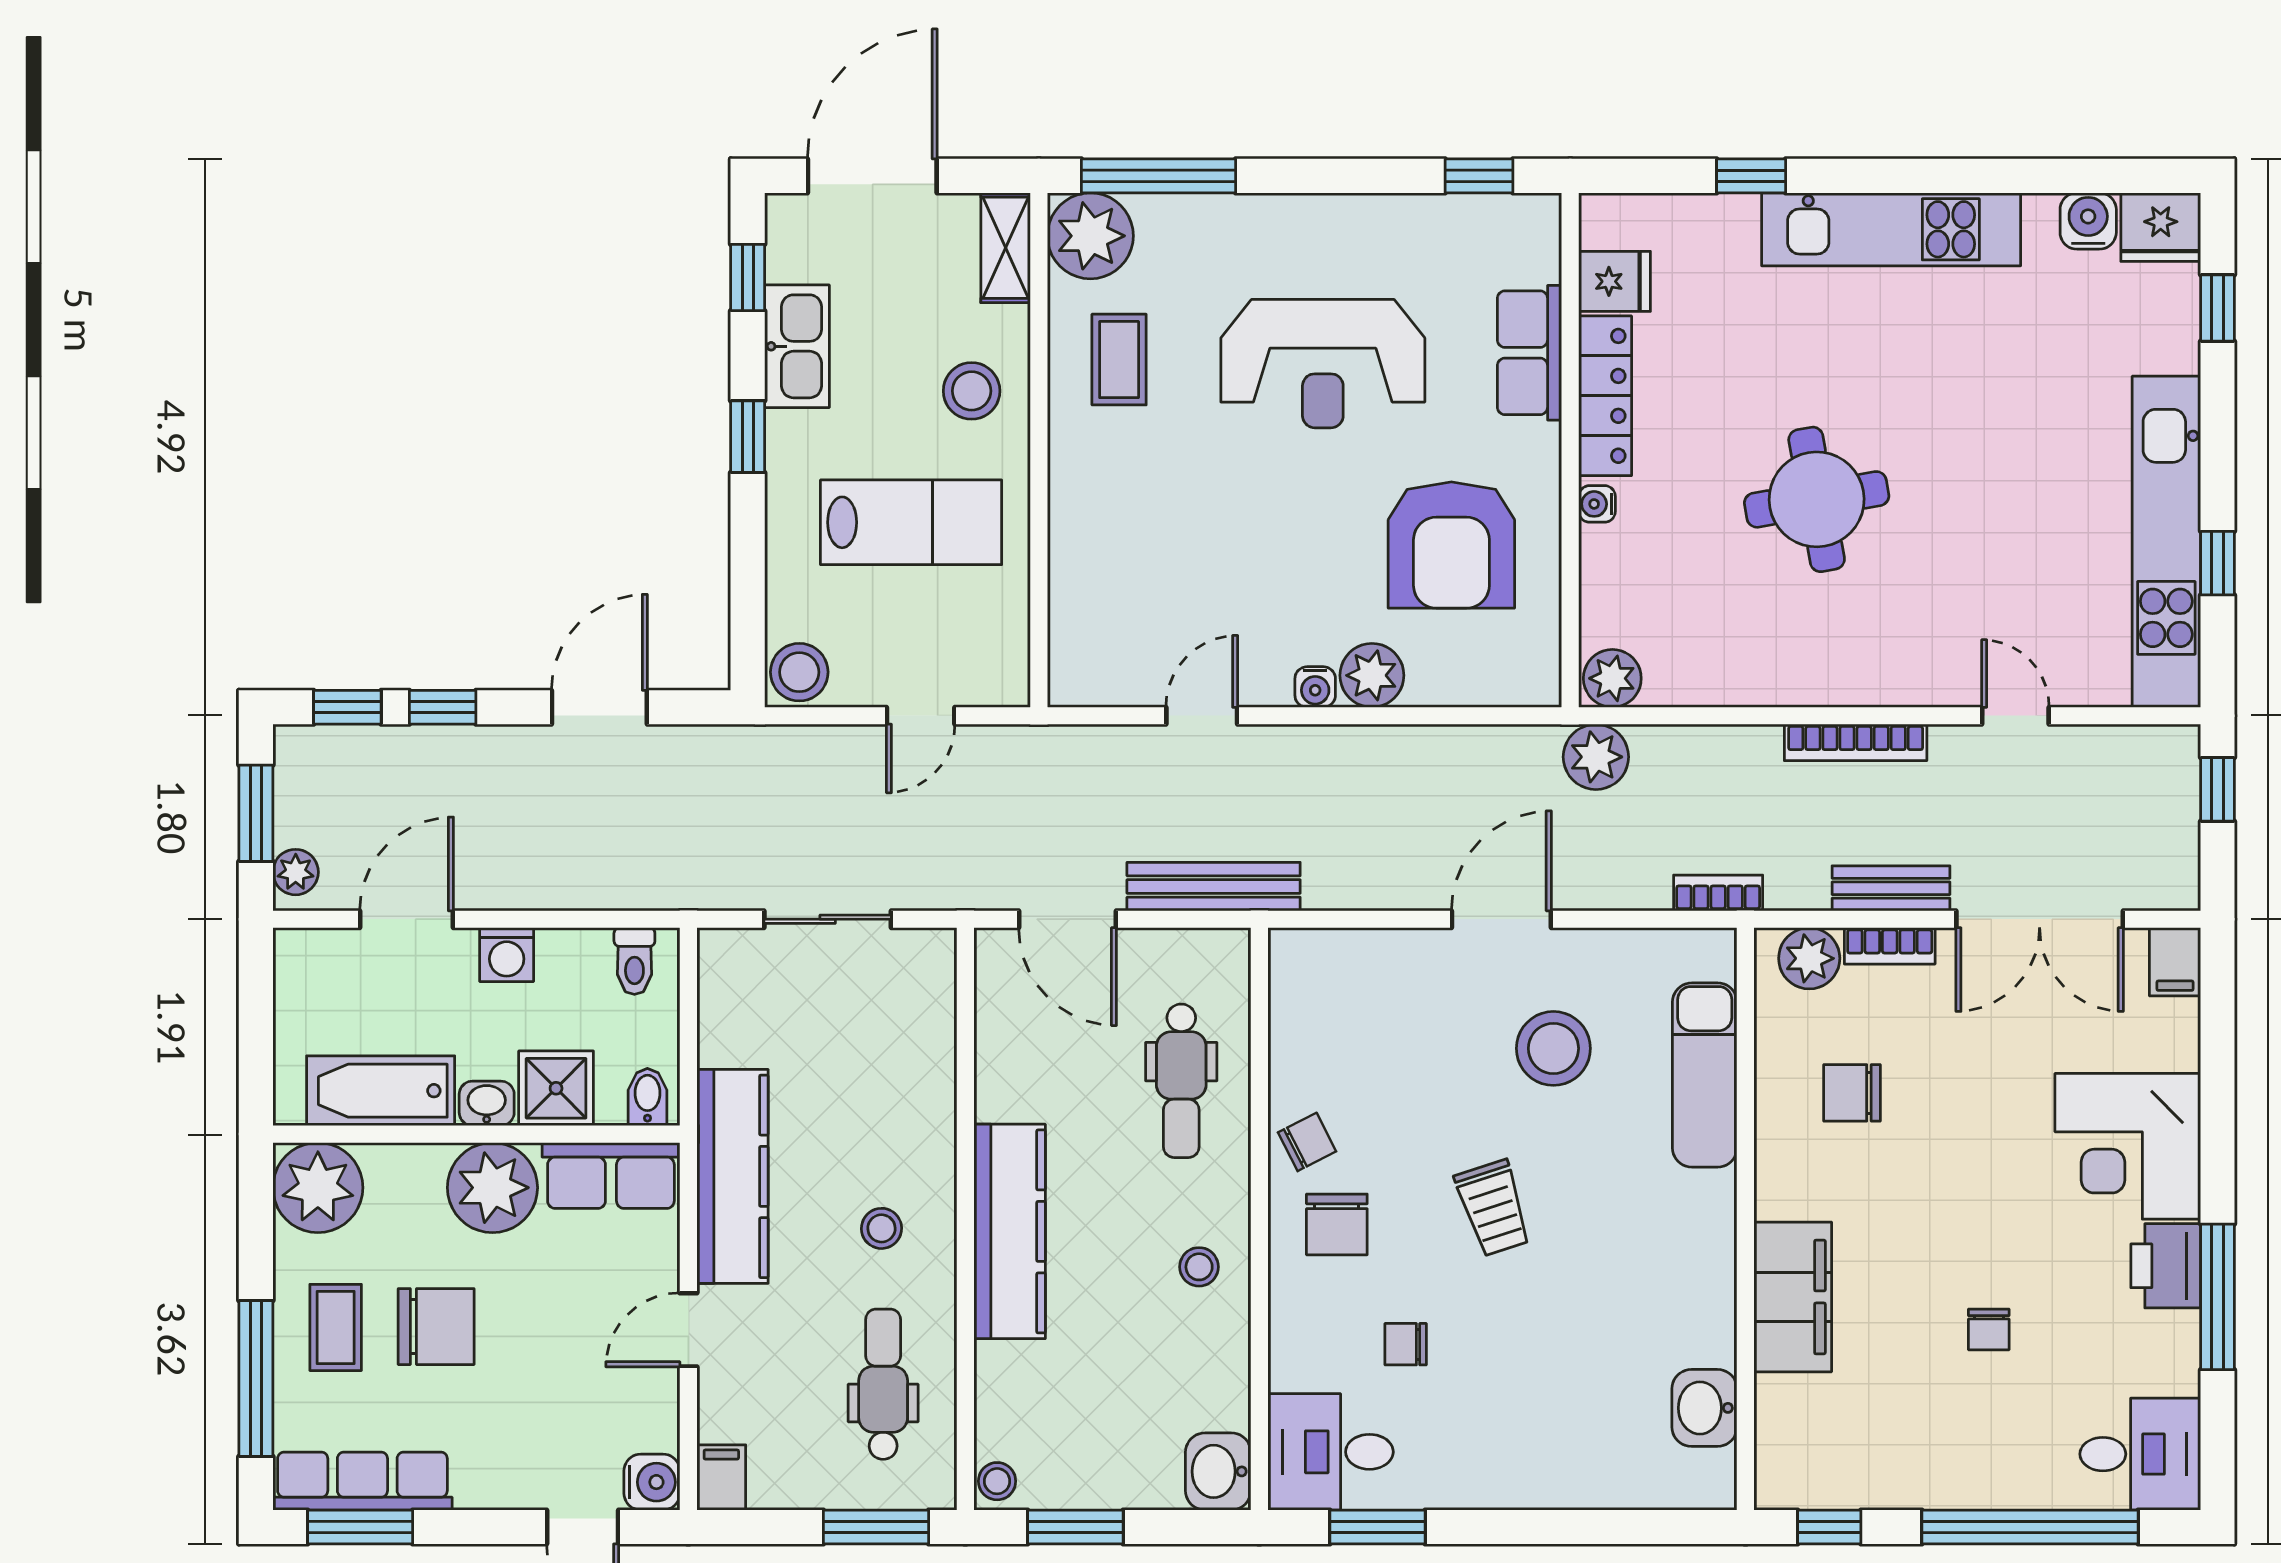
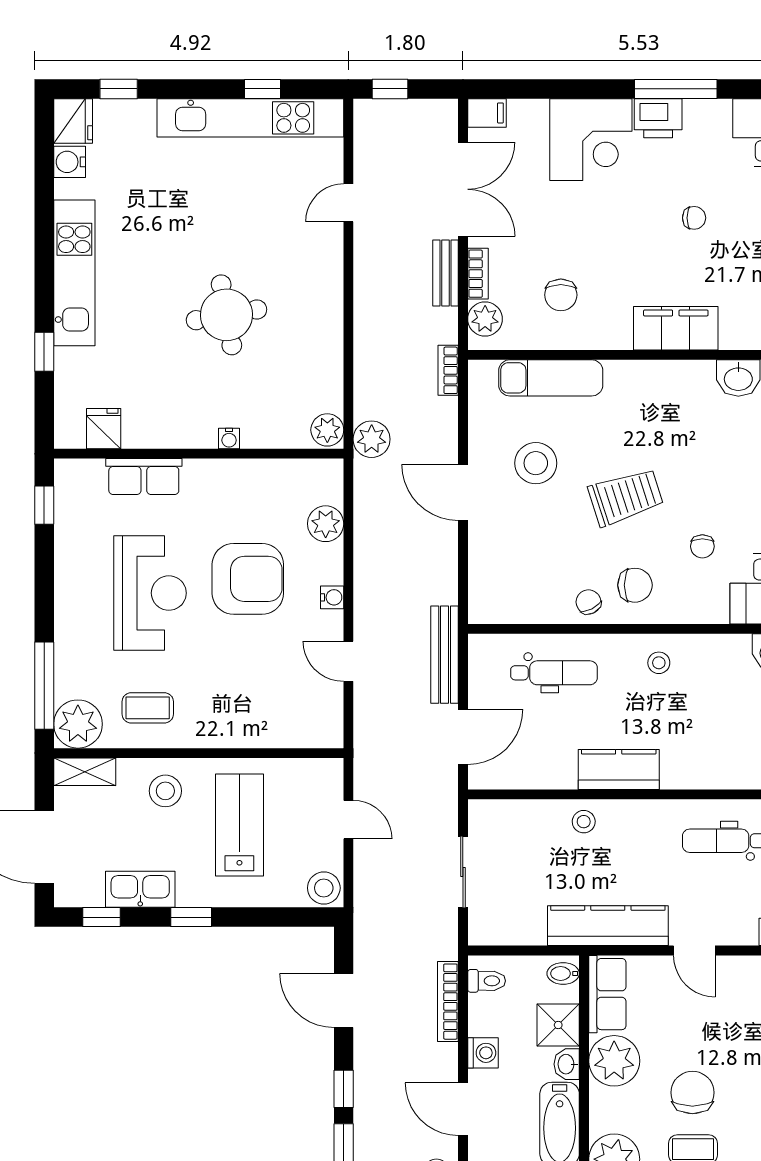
locker: (1605, 396) -> (168, 434), removed
armchair: (1451, 545) -> (248, 579), moved
plant: (1372, 675) -> (326, 524), moved
bookcase: (1856, 742) -> (448, 1002), moved, turned 180
trolley: (1493, 1208) -> (626, 497), width x1.36, depth x1.39
stool: (881, 1228) -> (584, 822), moved
kitchen counter: (1010, 1231) -> (619, 770), width x0.67

